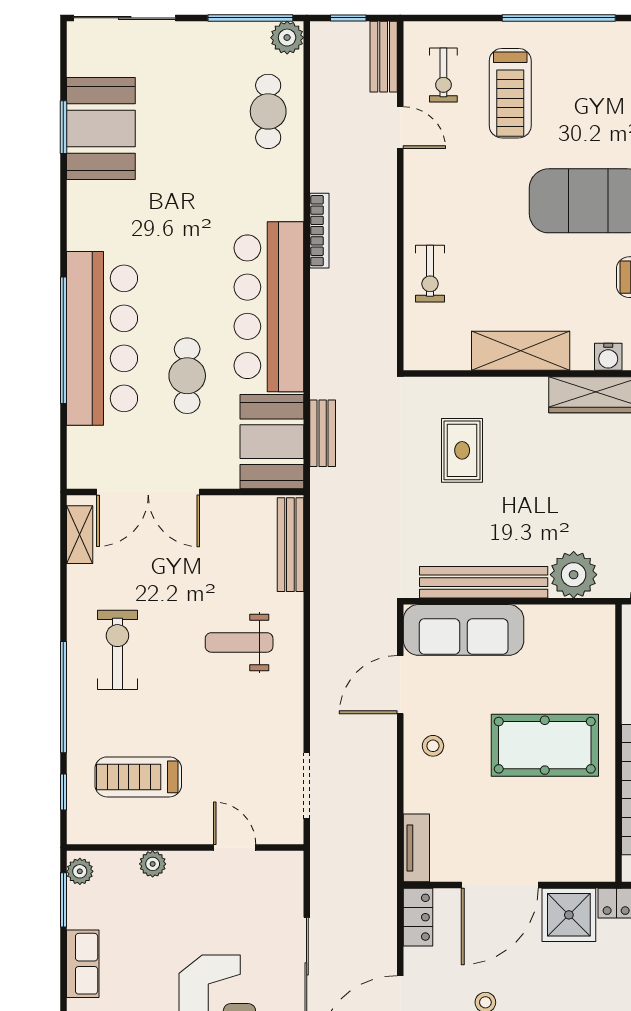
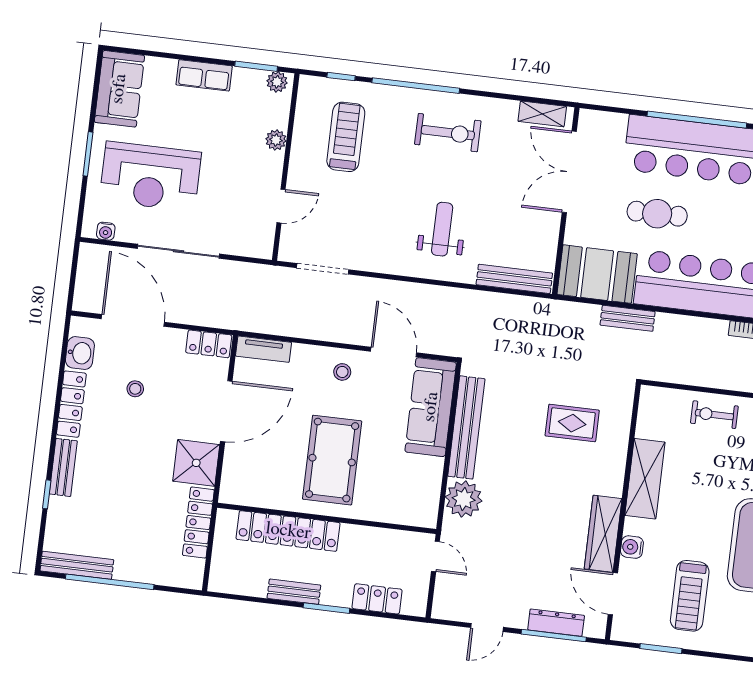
bench: (323, 433) -> (628, 318), moved
door: (500, 885) -> (226, 411), swing flipped

